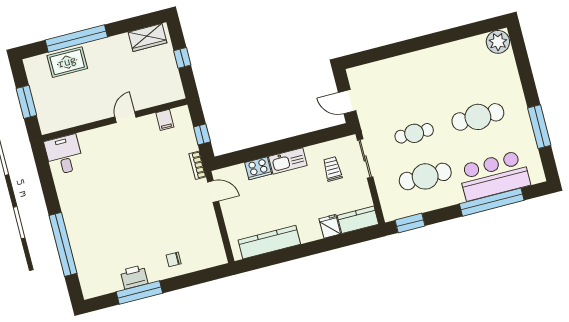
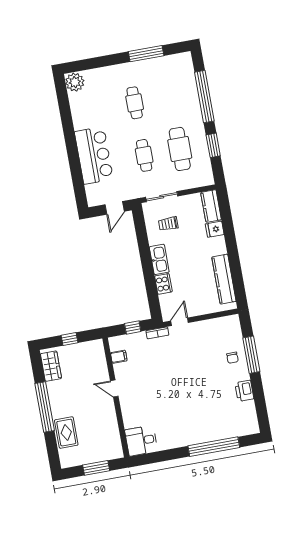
window: (76, 39) -> (45, 407), moved
cafe table: (478, 117) -> (135, 103), width x0.73, depth x0.74
bar counter: (494, 176) -> (94, 155), moved, turned 180
window: (410, 223) -> (213, 145), moved
window: (139, 293) -> (251, 355), moved

